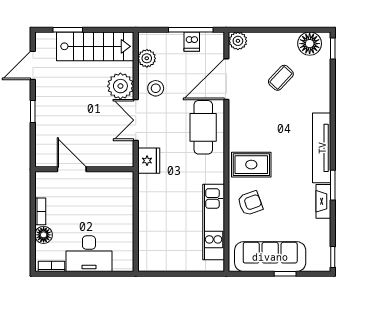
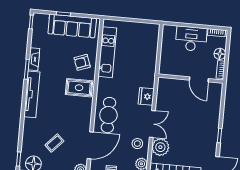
door: (72, 169) -> (199, 79), moved
wall: (84, 169) -> (191, 79), moved

